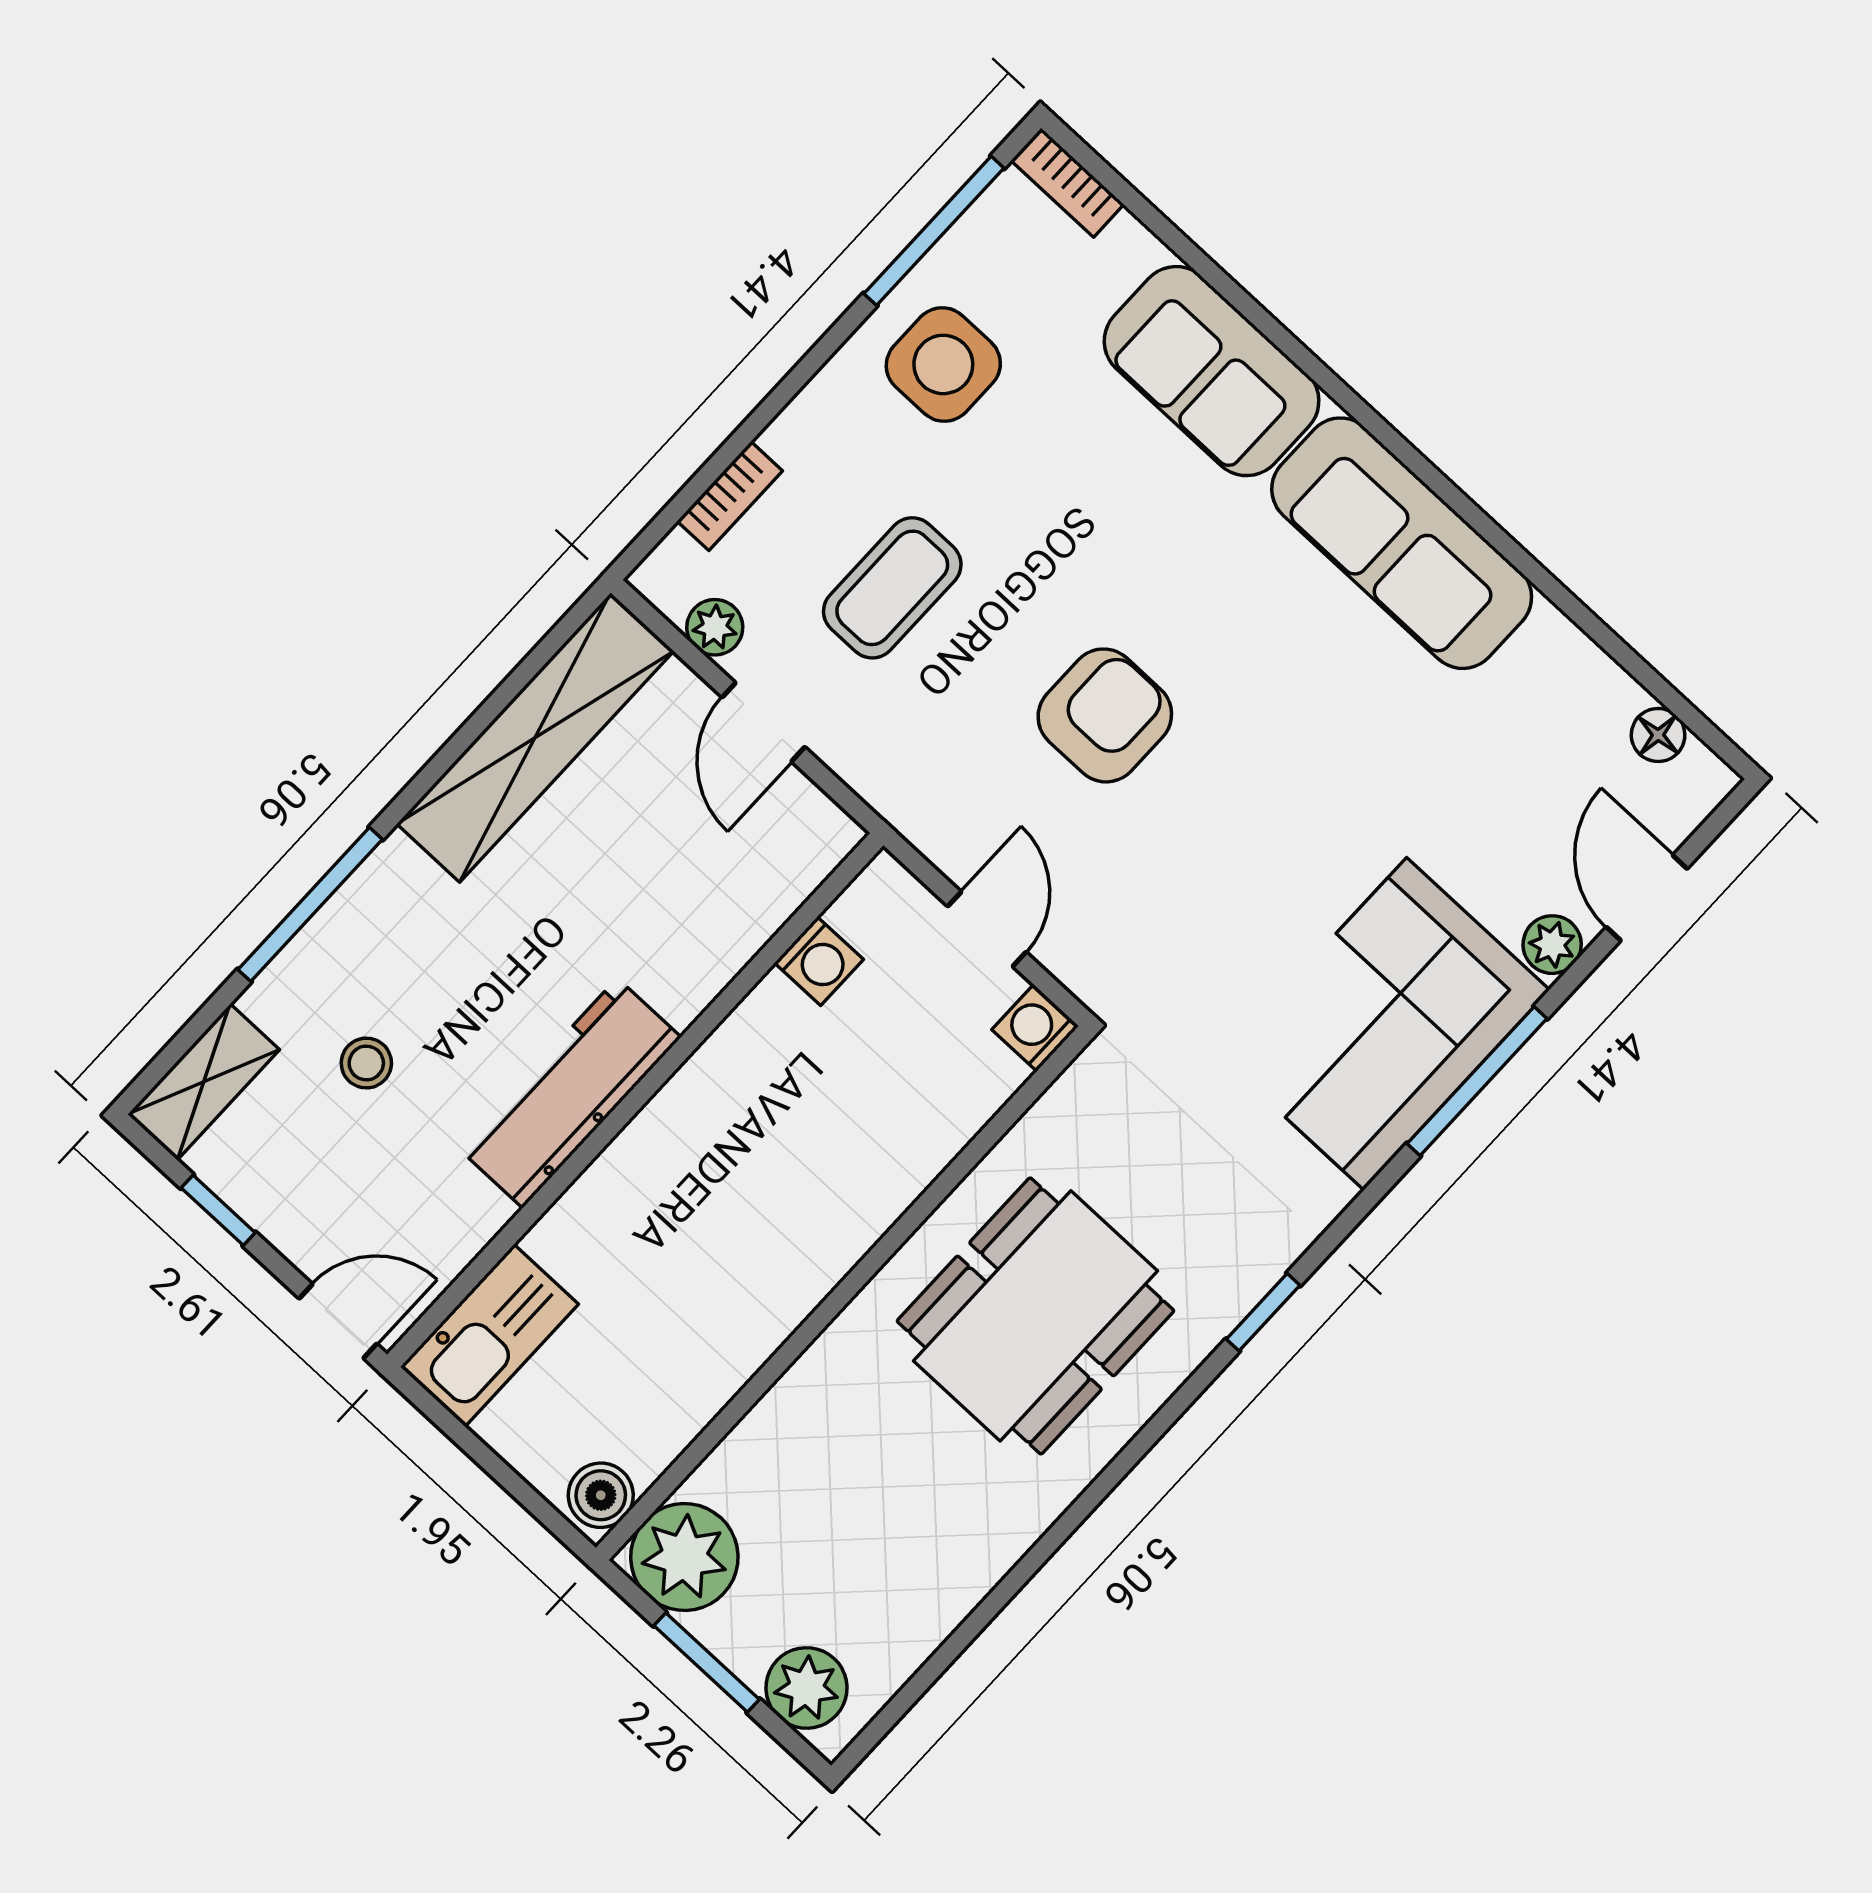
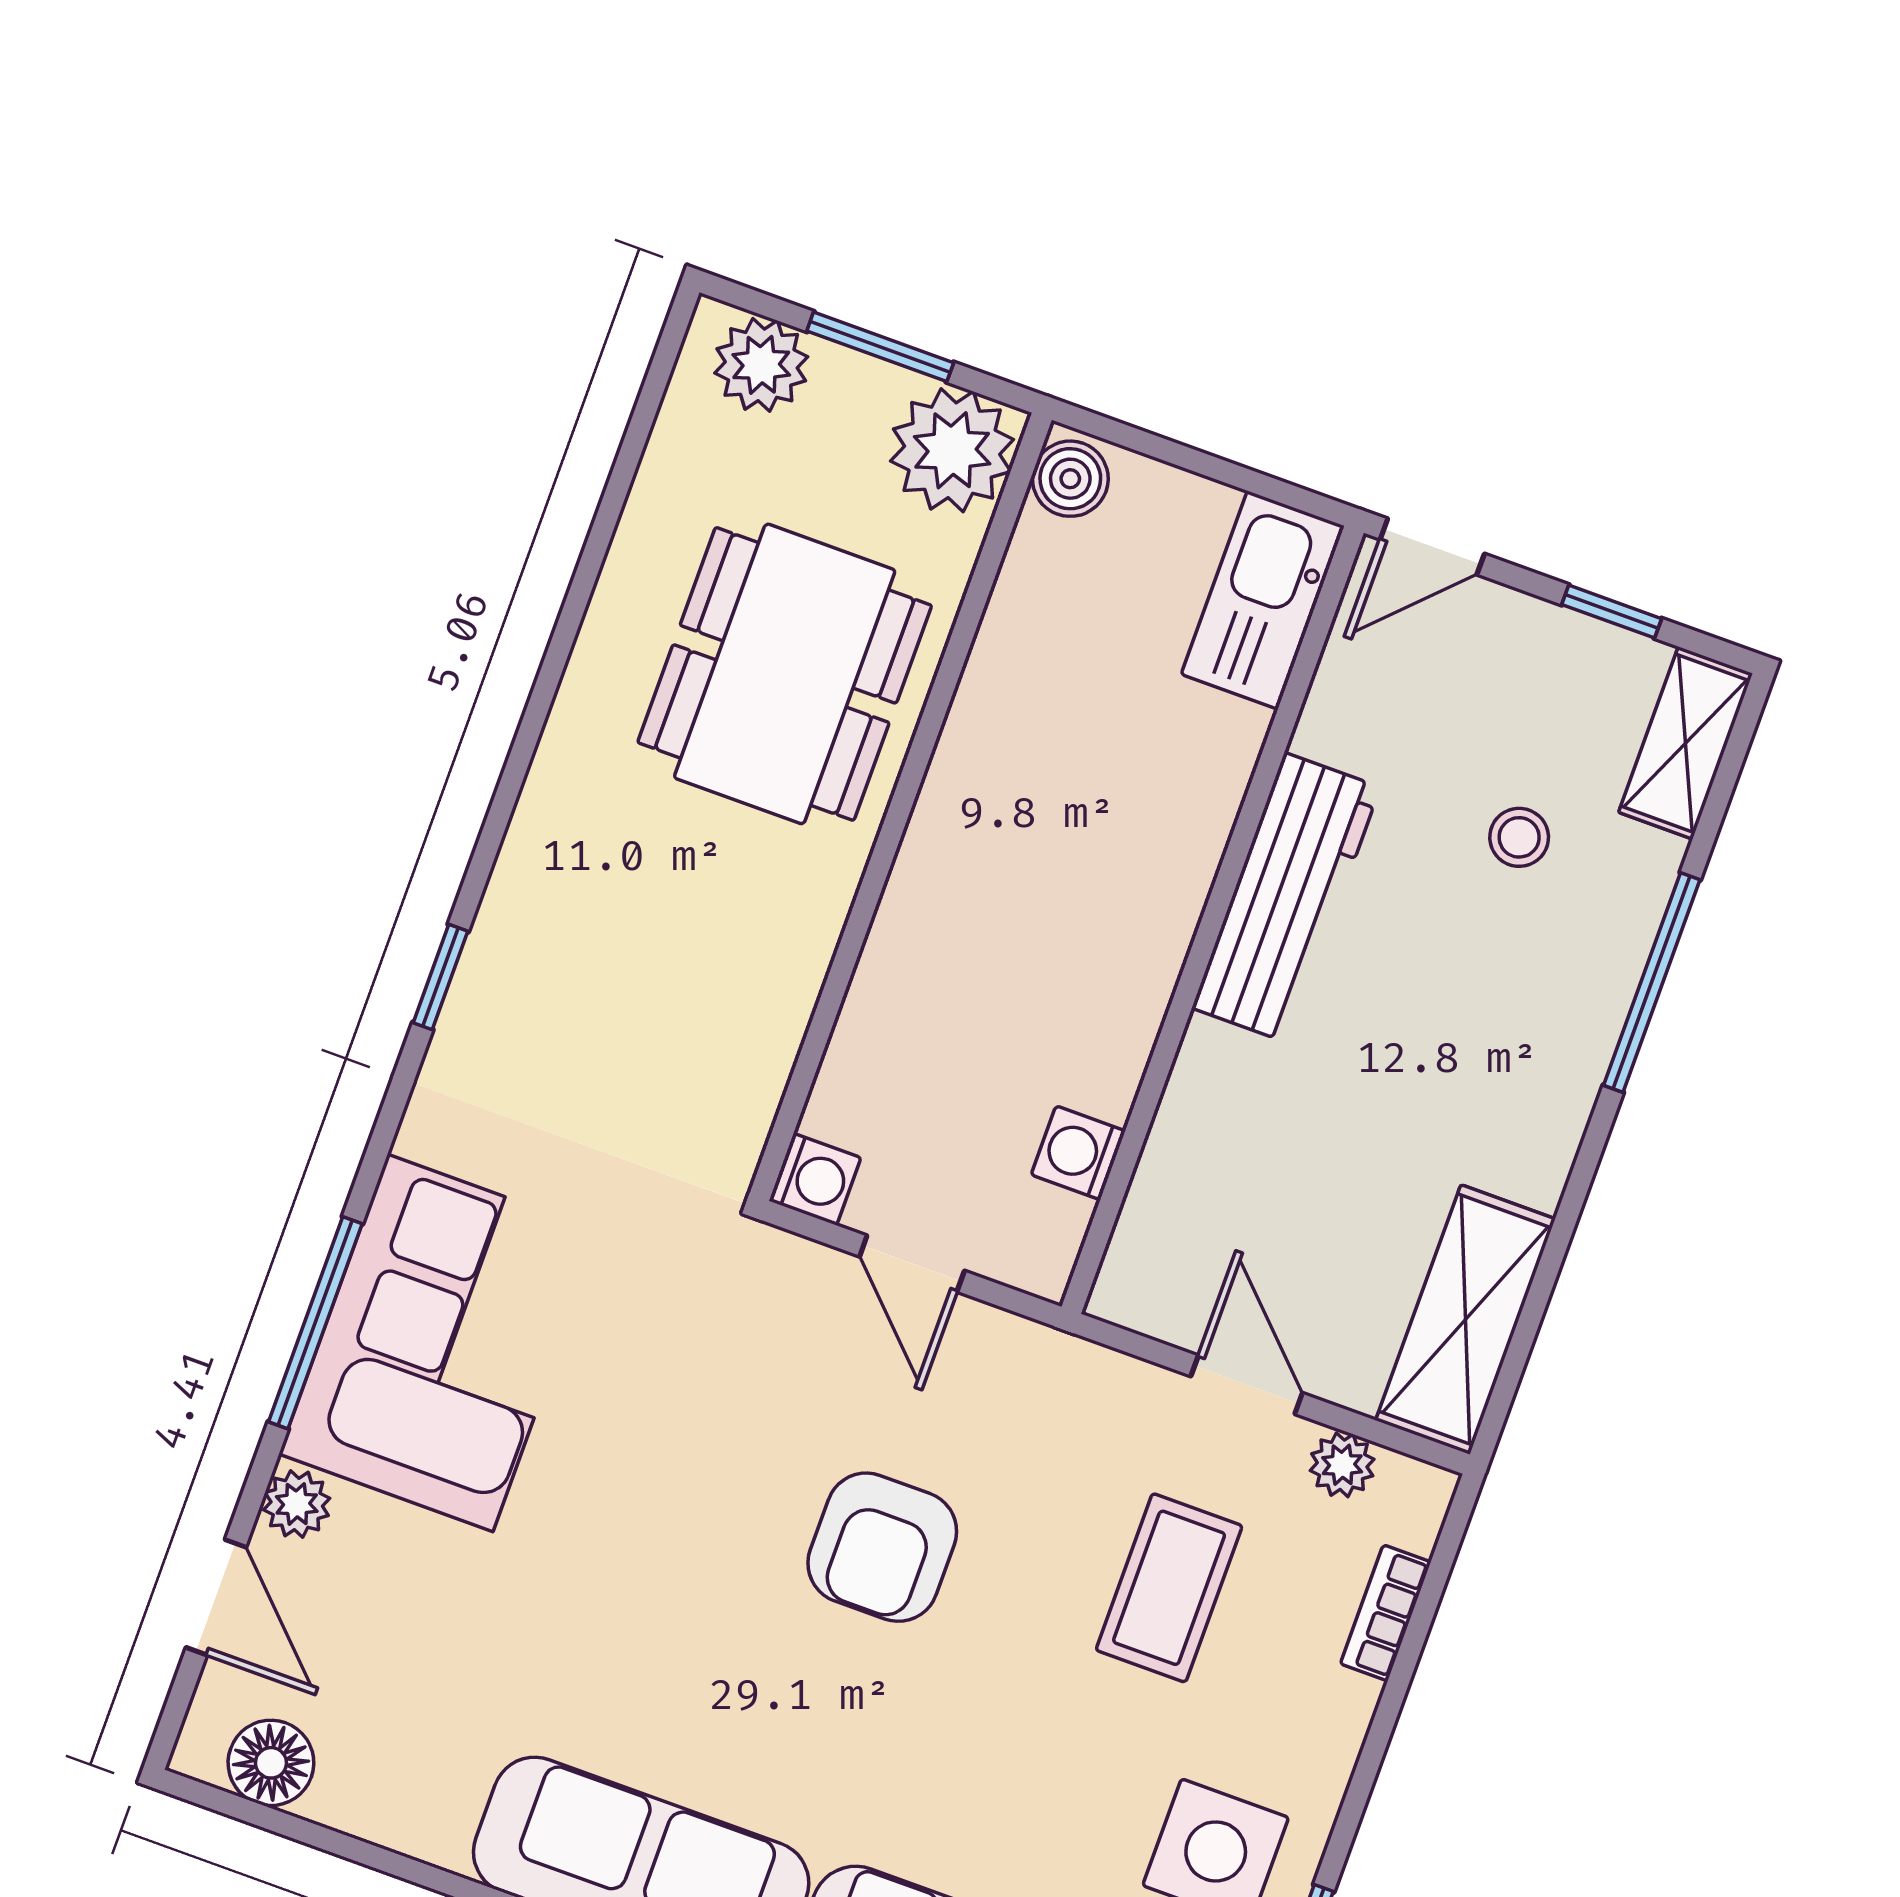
floor lamp: (1658, 735) -> (271, 1763), width x1.37, depth x1.37
shelving: (535, 737) -> (1465, 1320), width x0.68
dining table: (1036, 1316) -> (785, 674), moved

